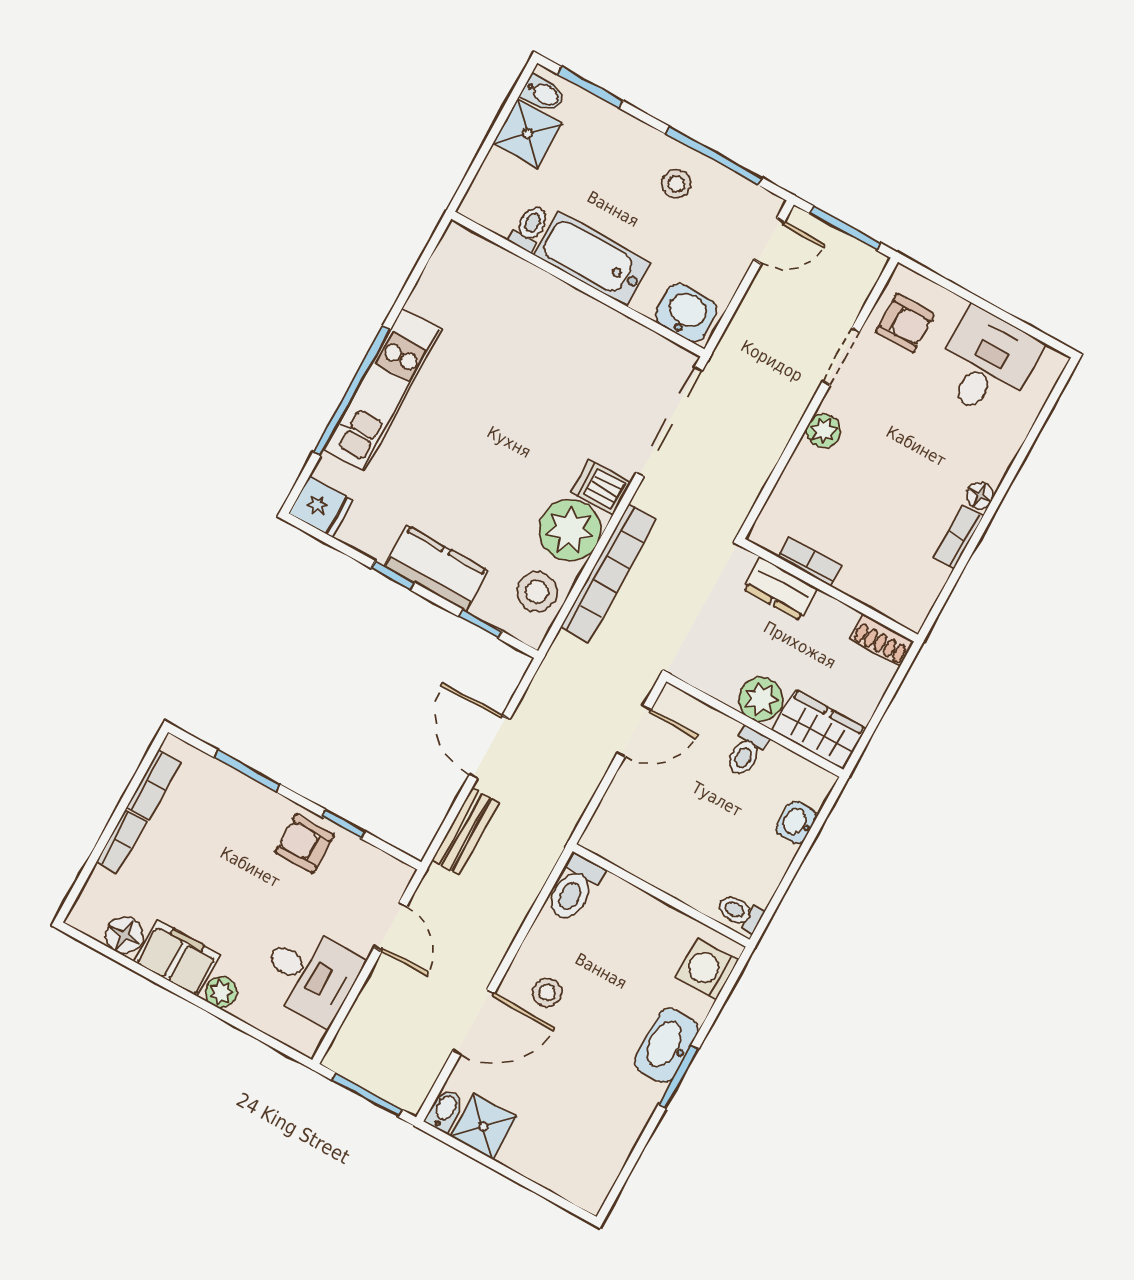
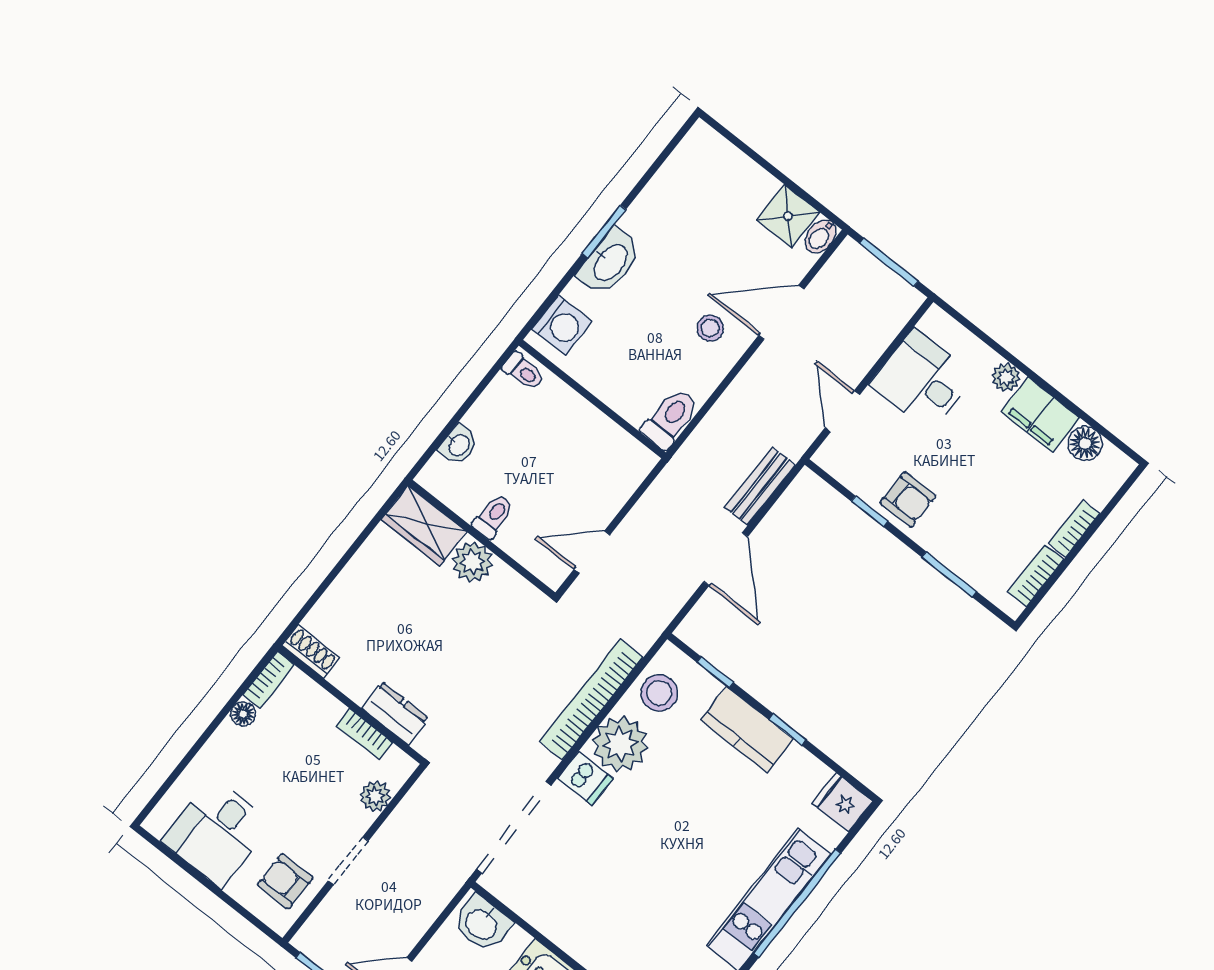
bookcase: (810, 561) -> (364, 734), moved
dresser: (780, 589) -> (395, 713), moved
wall: (829, 590) -> (351, 705), moved
shoe rack: (882, 640) -> (311, 652), moved

